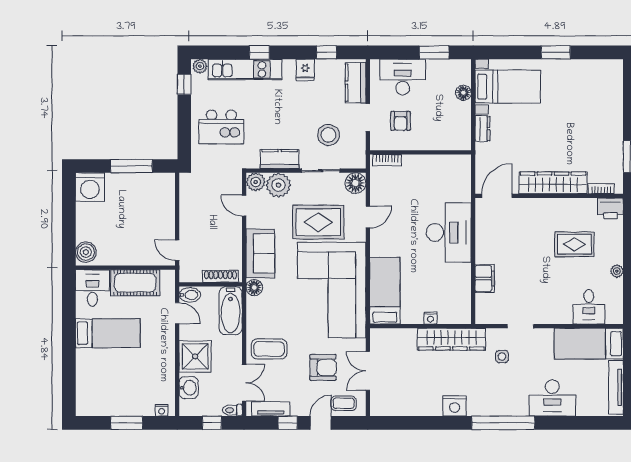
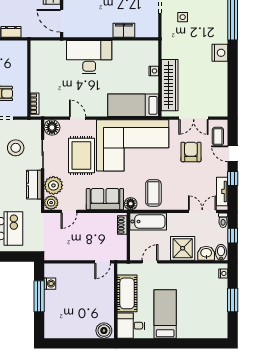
washing machine: (90, 187) -> (50, 284), moved, width x0.53, depth x0.53
shoe rack: (220, 276) -> (122, 225), width x0.70
bidet: (190, 295) -> (221, 252), moved
wardrobe: (451, 339) -> (170, 85), moved
coffee table: (269, 349) -> (153, 193), moved

